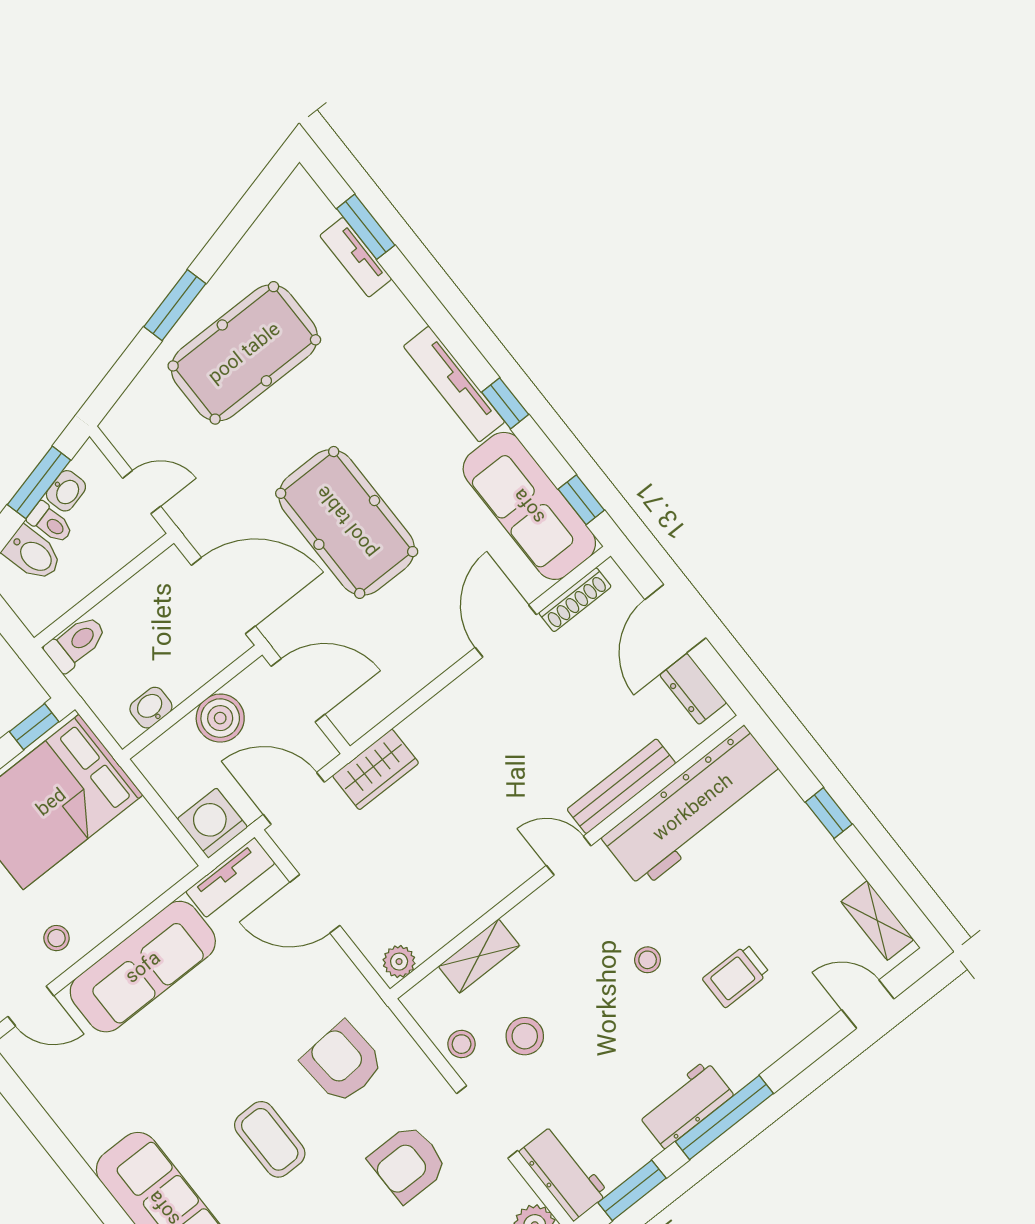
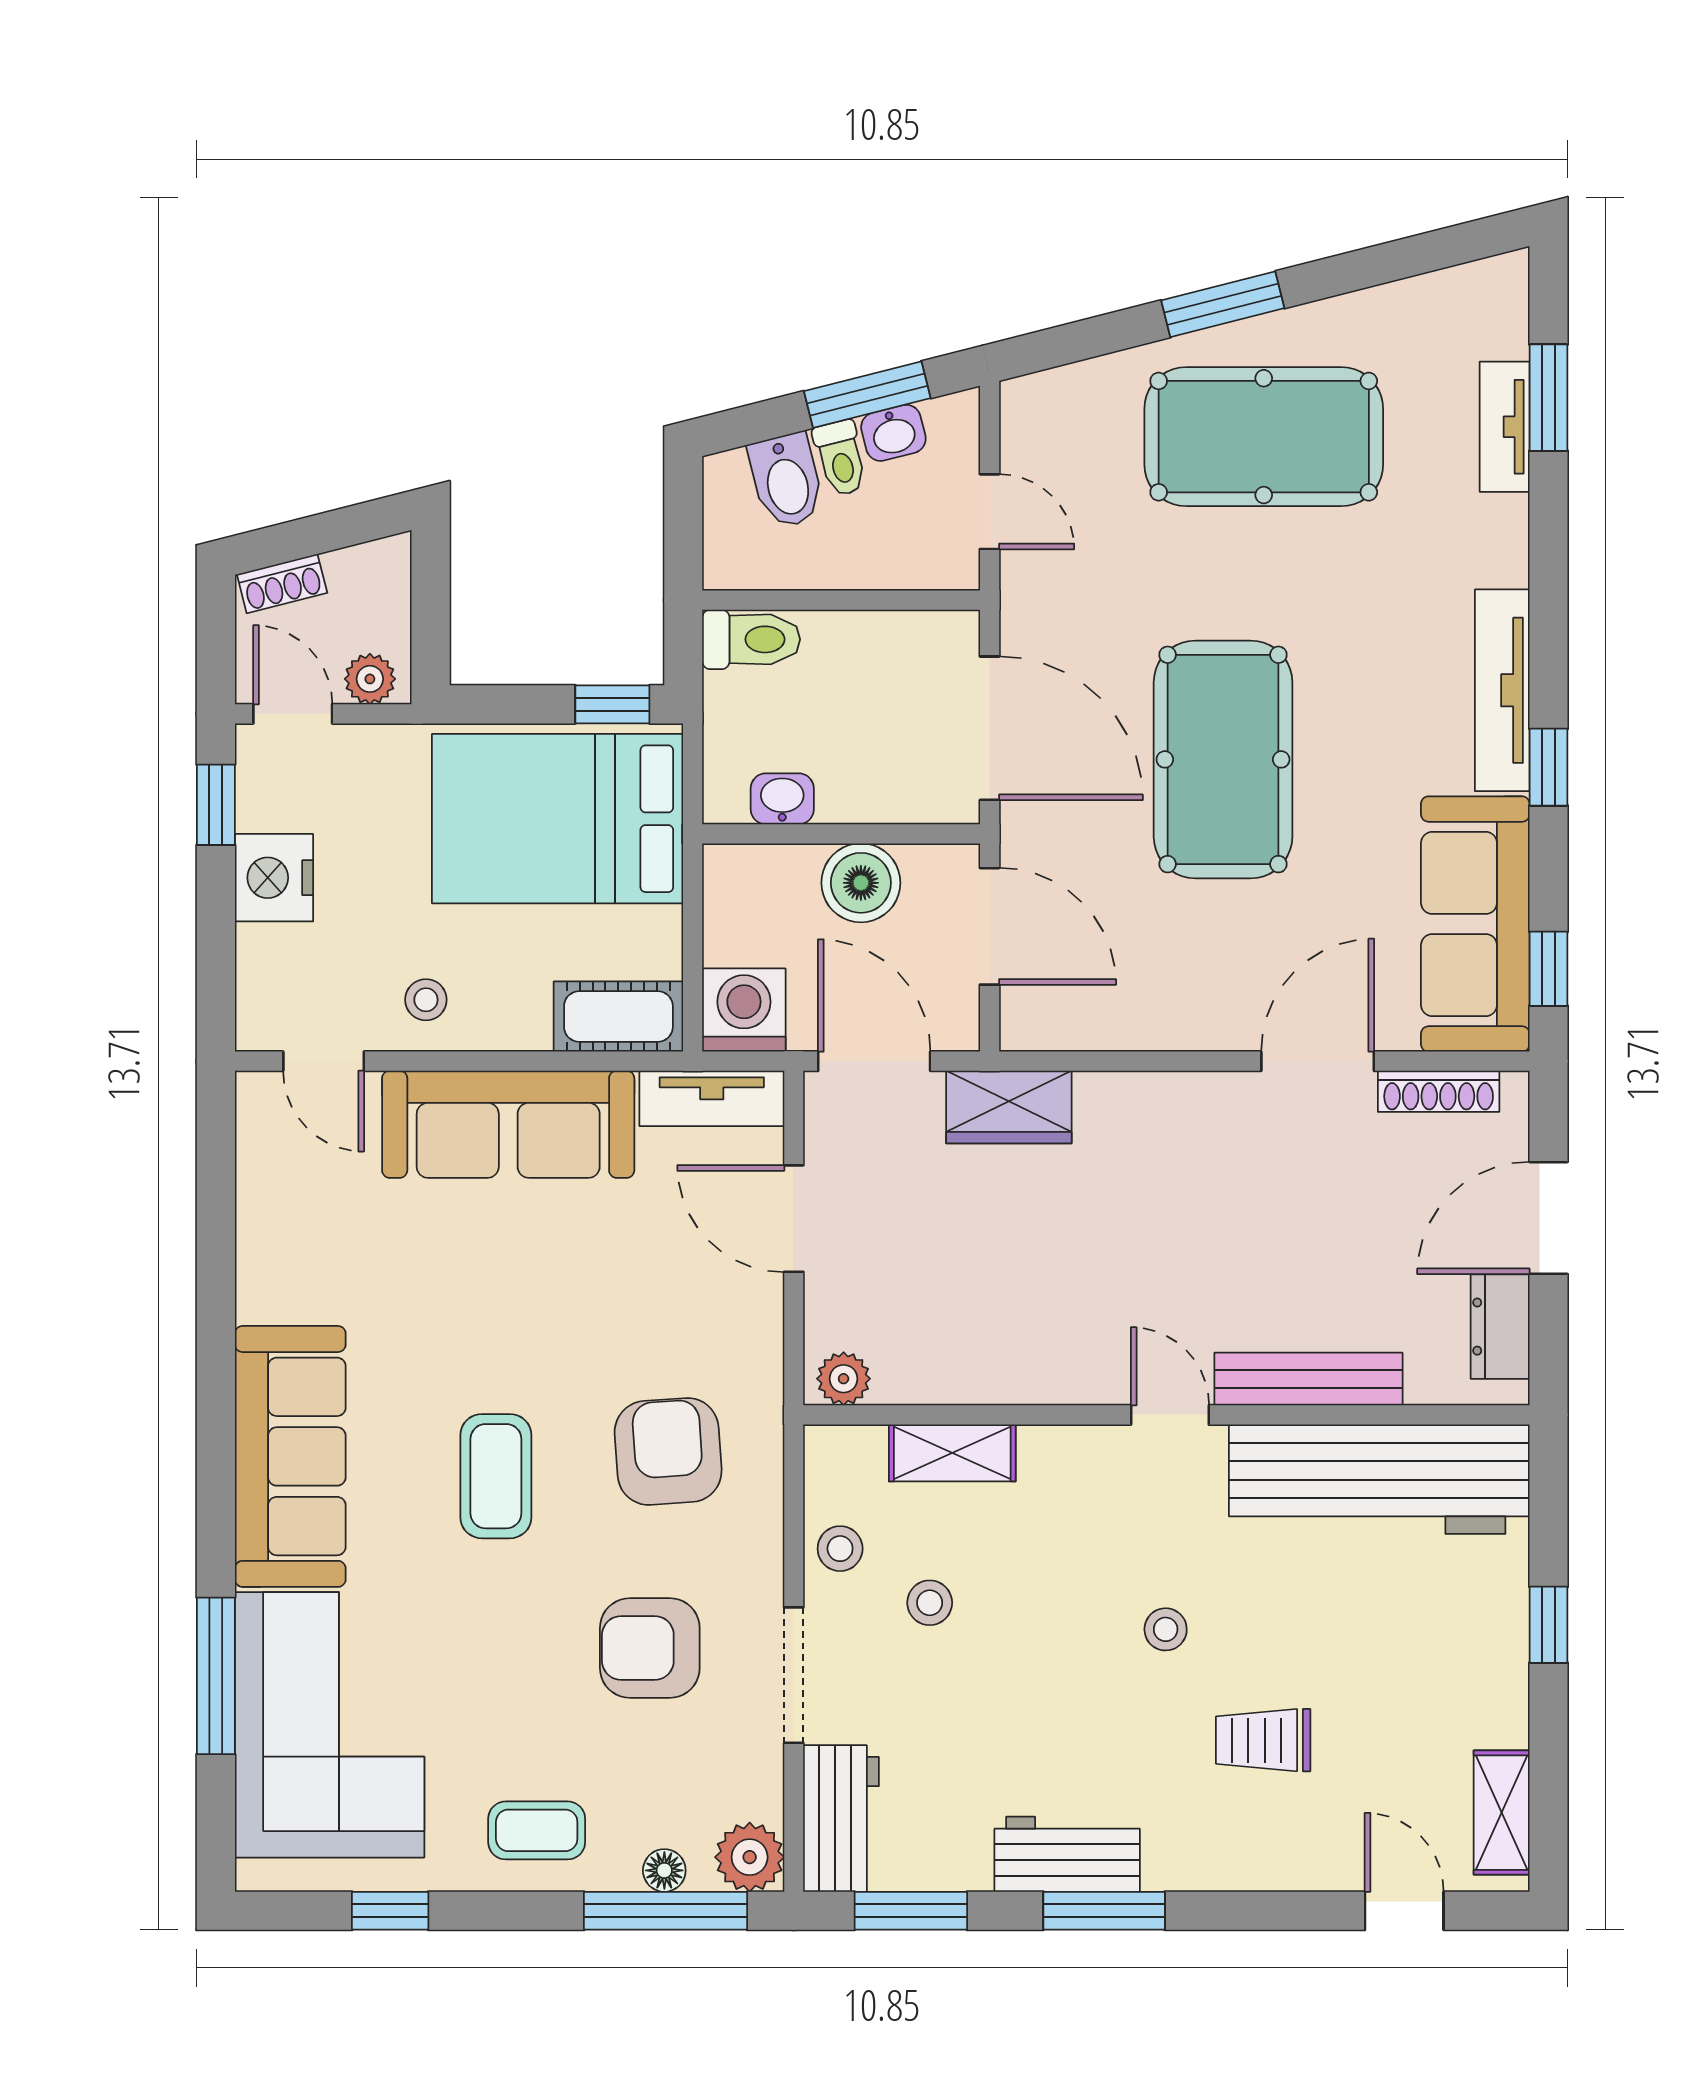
cot: (155, 873) -> (618, 1017), added
stool: (525, 1036) -> (930, 1603), width x0.73, depth x0.73
window: (724, 1117) -> (1104, 1911), width x0.69

